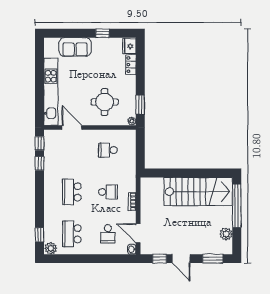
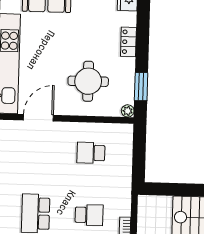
locker: (131, 65) -> (128, 42), moved
door: (72, 127) -> (38, 118), hinge flipped

